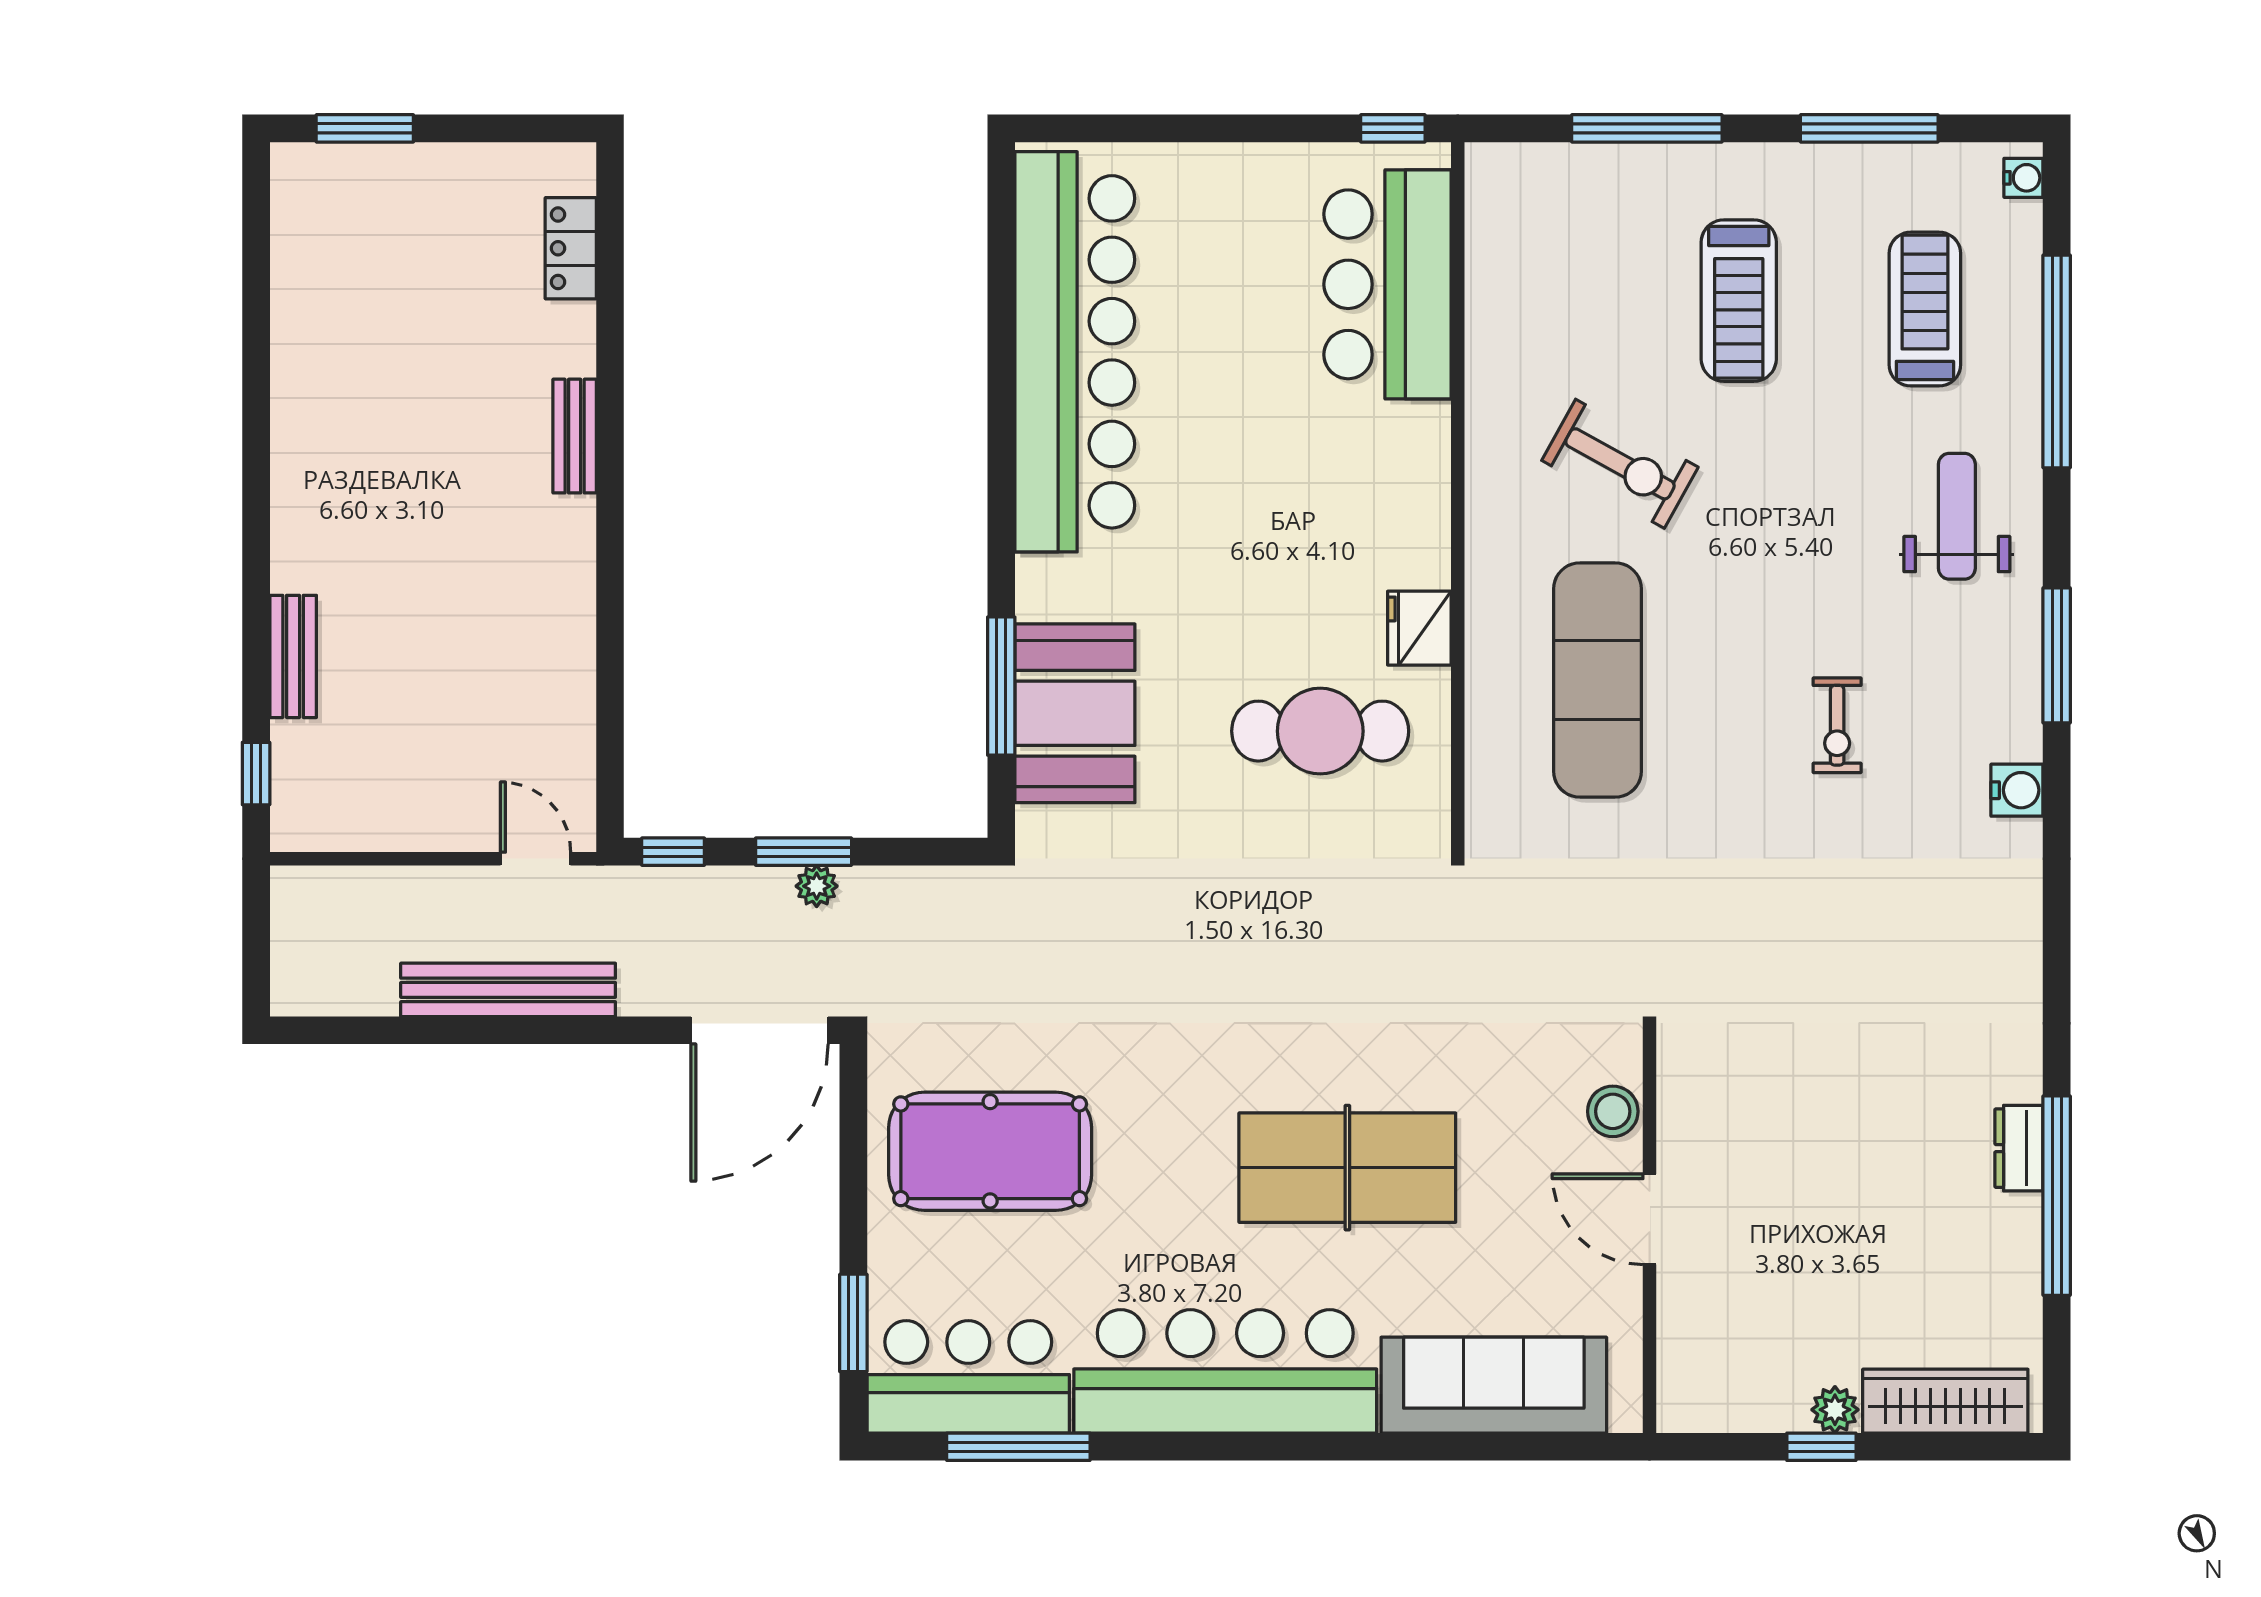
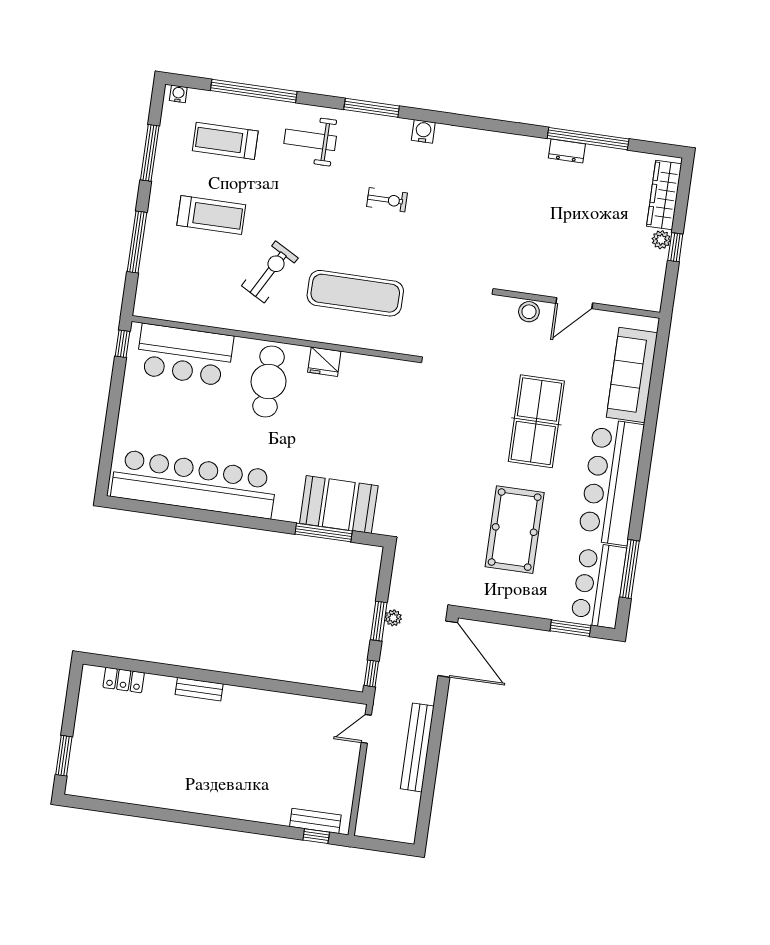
bench: (293, 656) -> (315, 821), moved
cafe table: (1320, 731) -> (269, 381), moved
pool table: (990, 1151) -> (515, 530), moved

